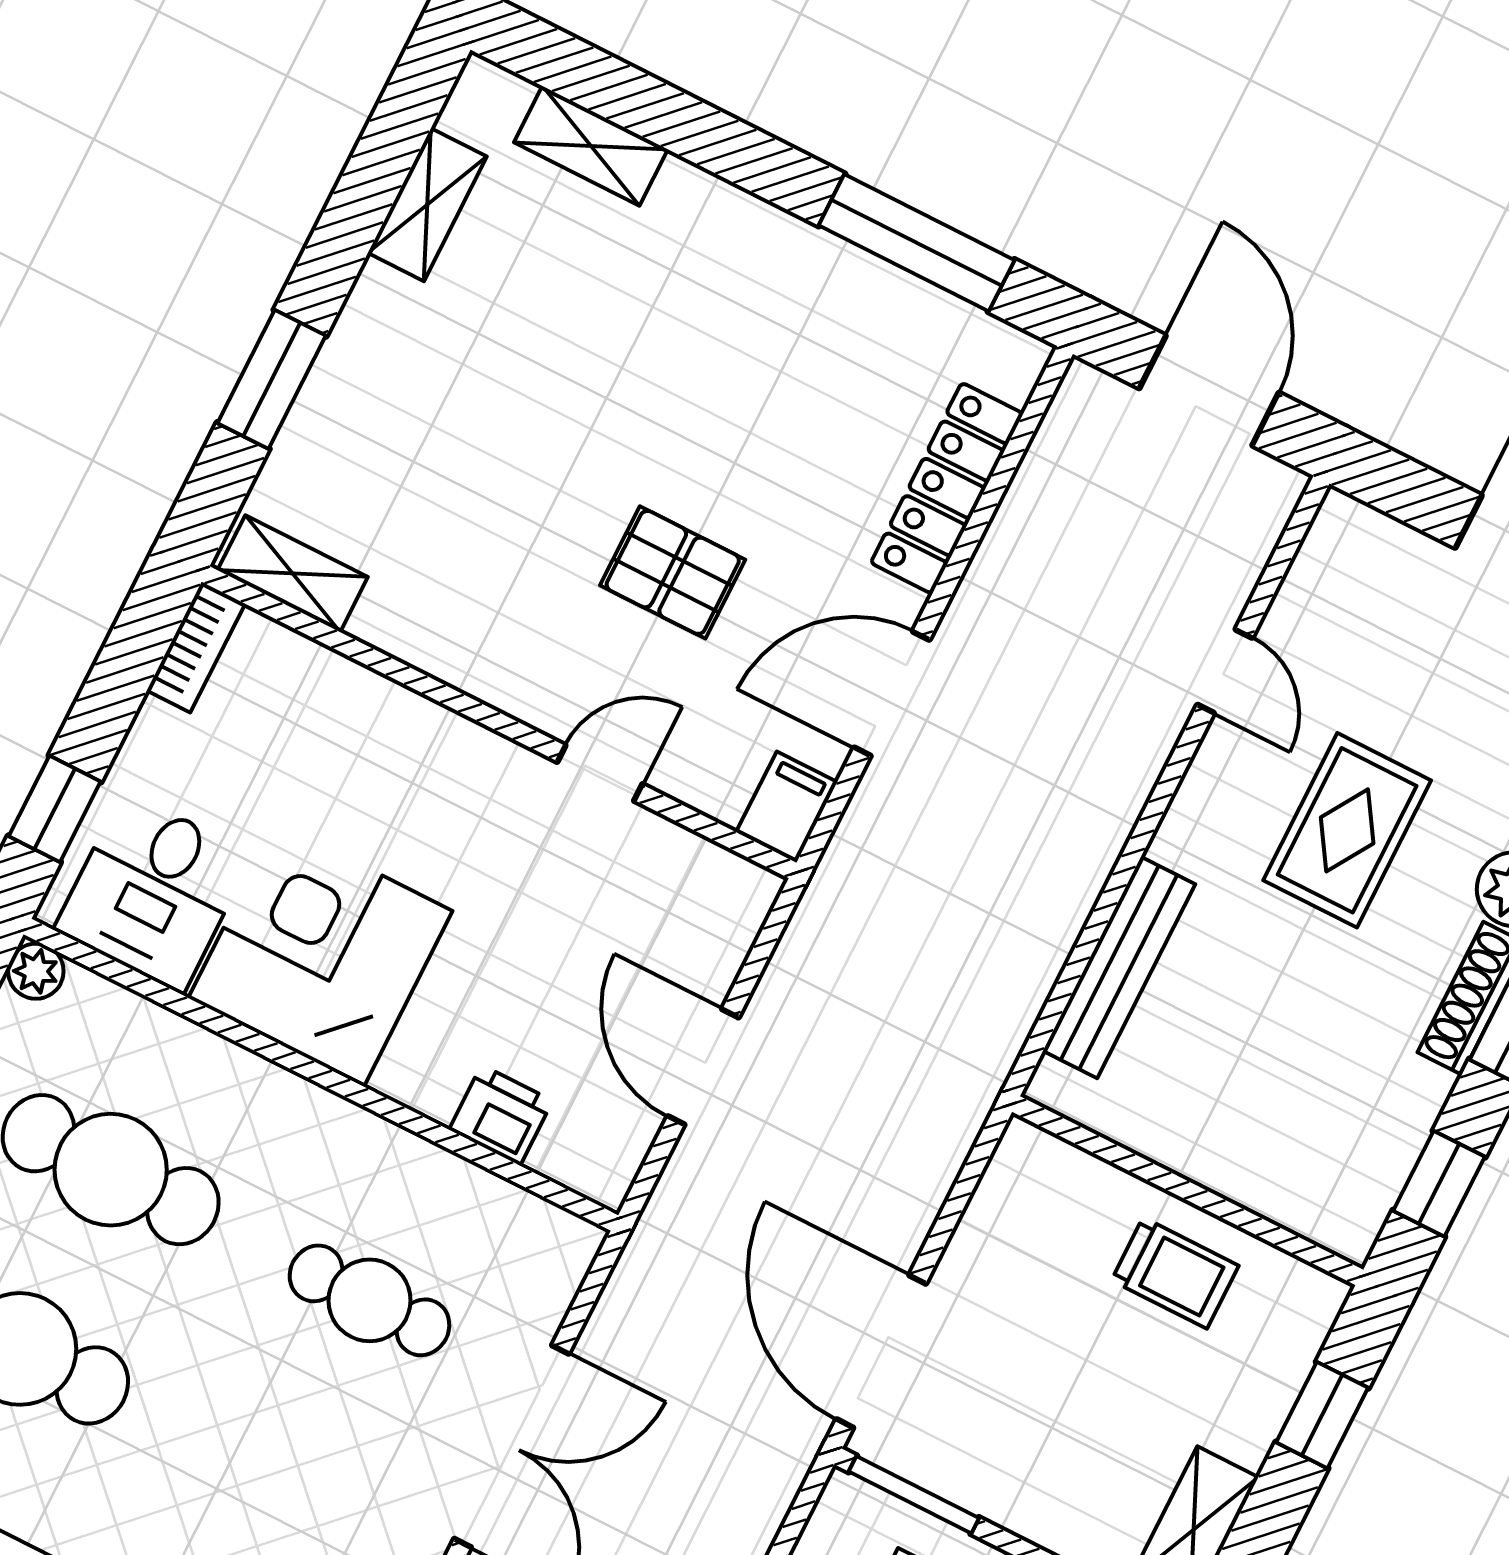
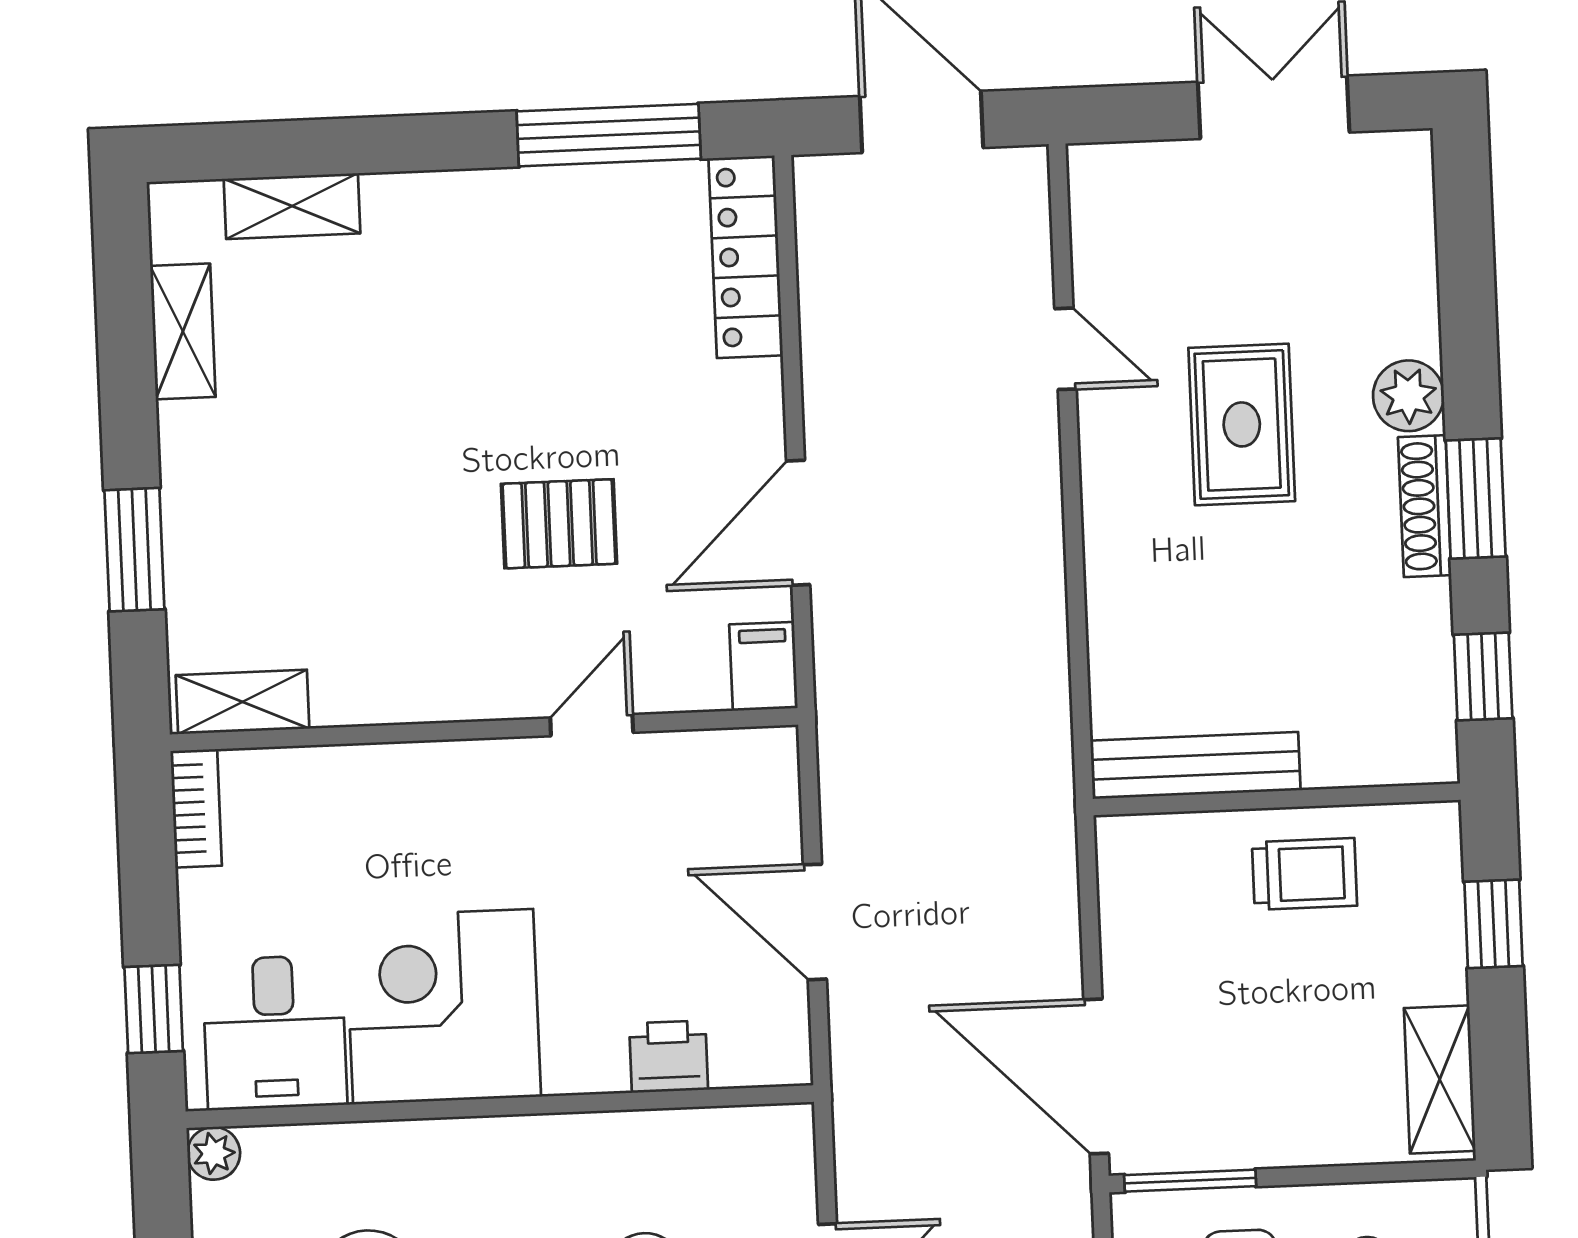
locker: (947, 488) -> (746, 257), moved
bench: (1119, 967) -> (1195, 765), moved, turned 90

